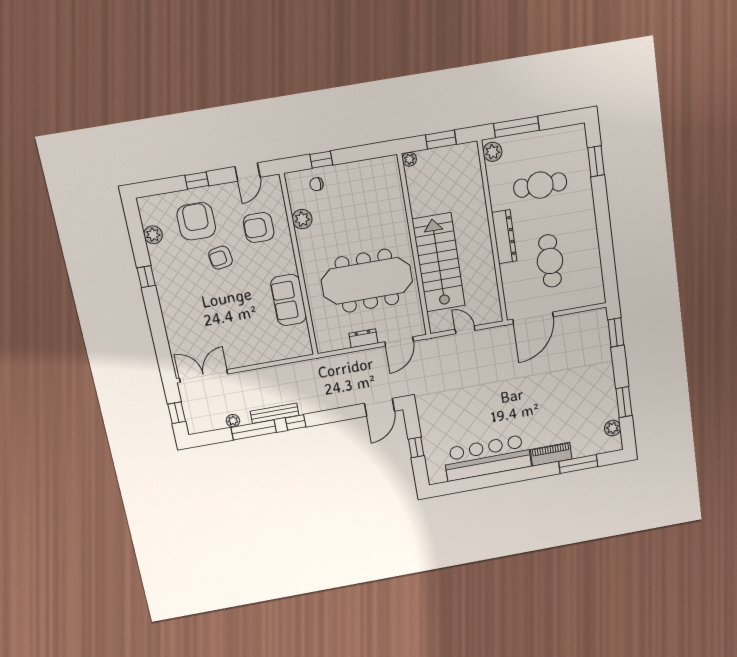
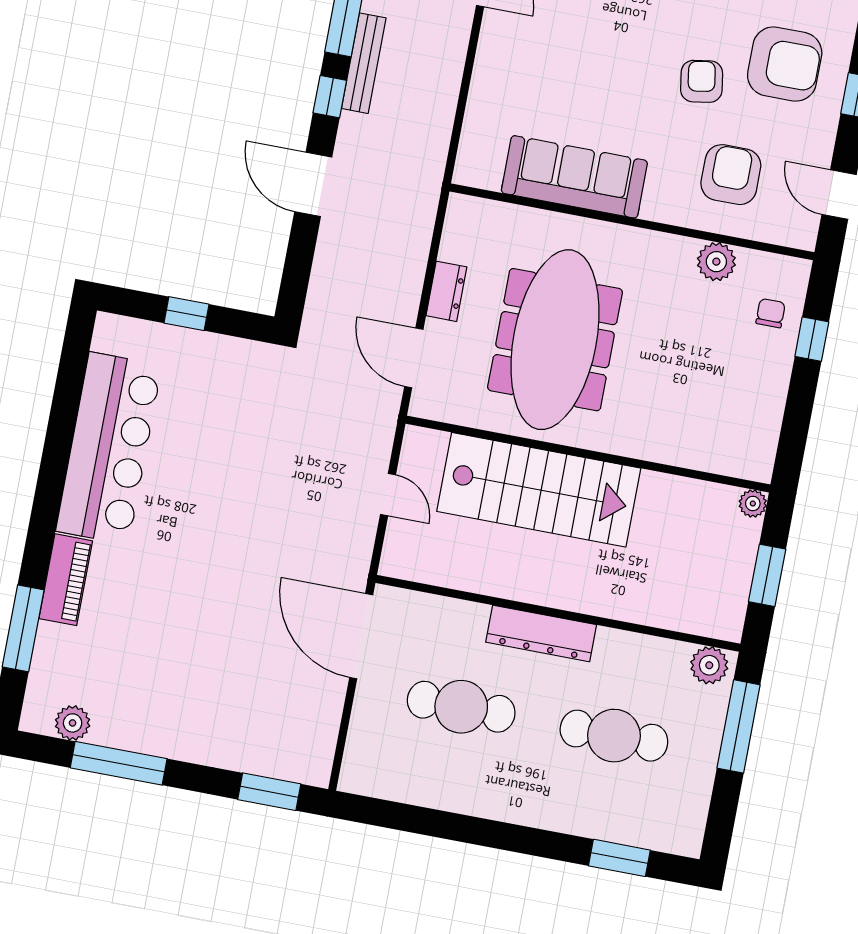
cafe table: (540, 185) -> (614, 736), turned 90
sofa: (289, 300) -> (574, 177), width x1.36
door: (465, 330) -> (388, 495), hinge flipped
window: (624, 402) -> (119, 763), width x1.44
door: (379, 407) -> (313, 184), moved

